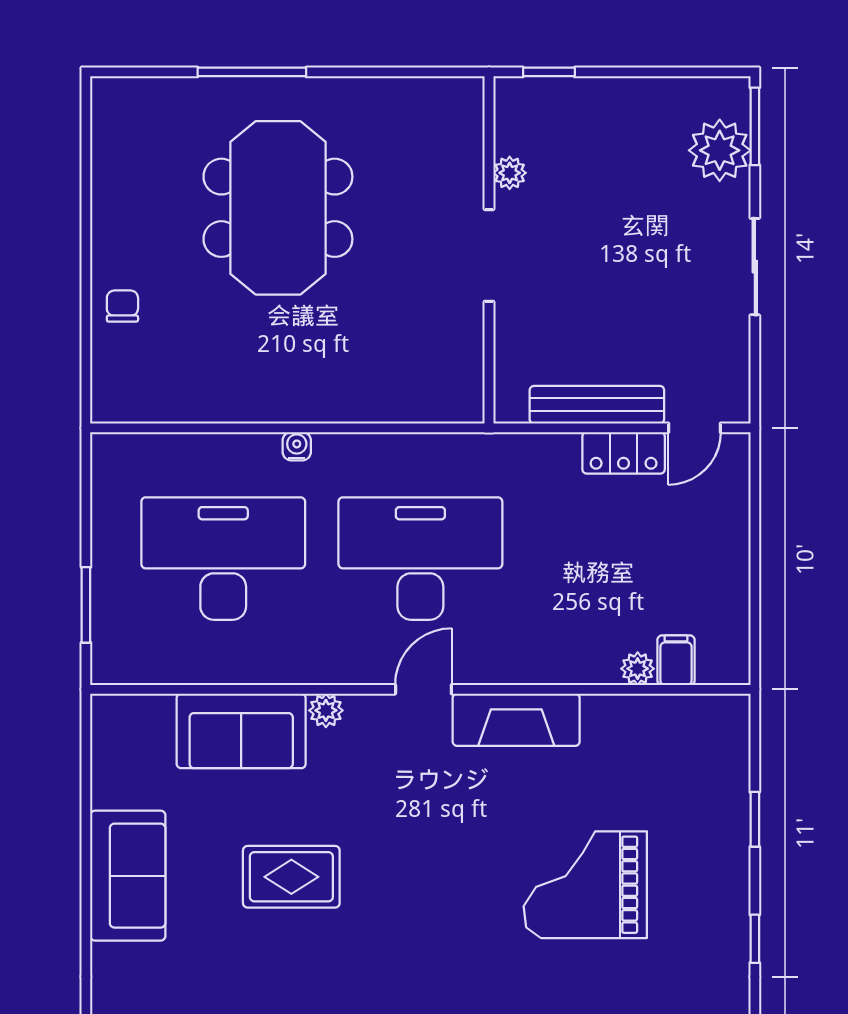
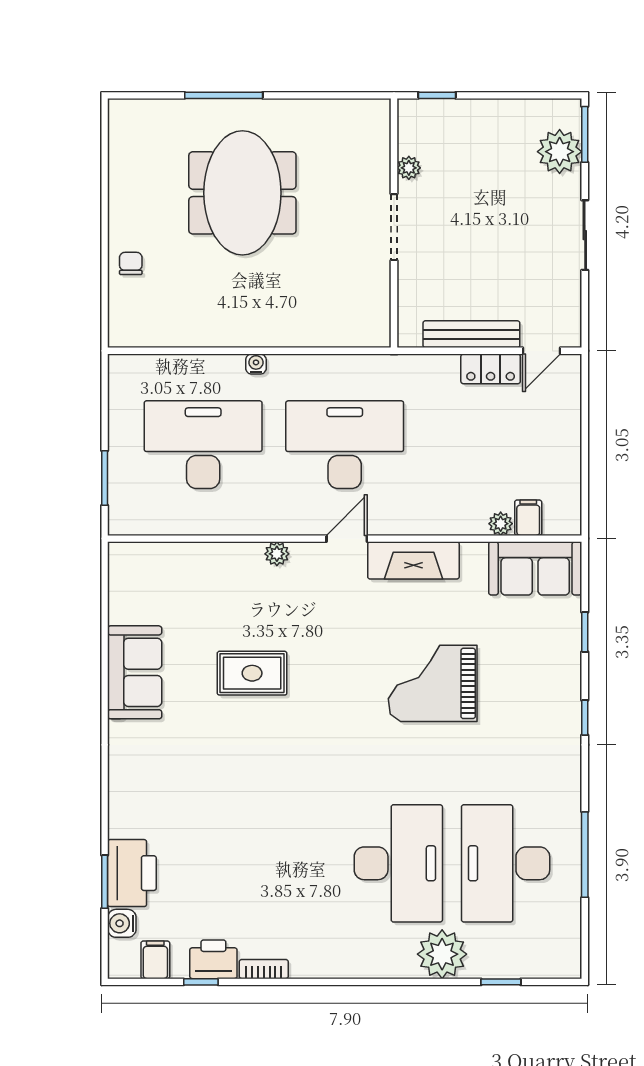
sofa: (241, 731) -> (535, 568), moved
grand piano: (585, 885) -> (433, 683), moved

